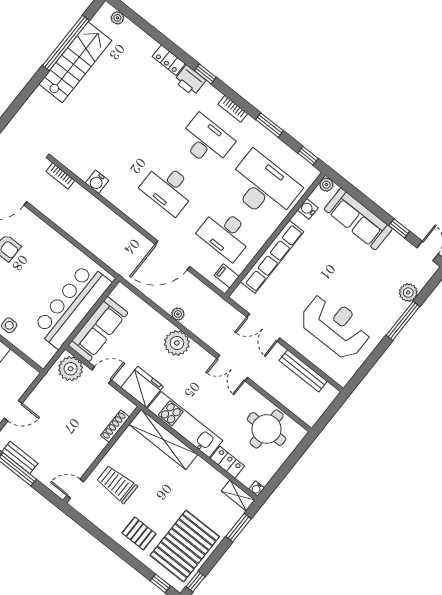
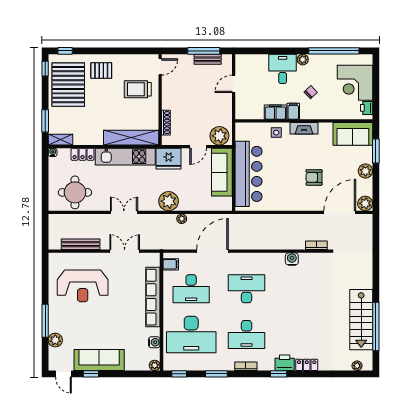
sofa: (358, 219) -> (99, 360), moved
desk: (226, 234) -> (191, 289), turned 180
trolley: (117, 484) -> (138, 89), turned 180

